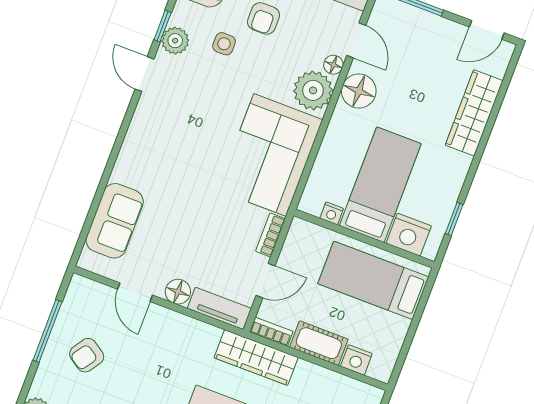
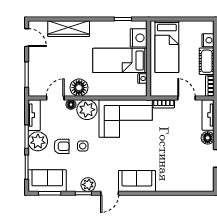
side table: (224, 44) -> (83, 146), moved
sofa: (115, 221) -> (137, 181), moved

